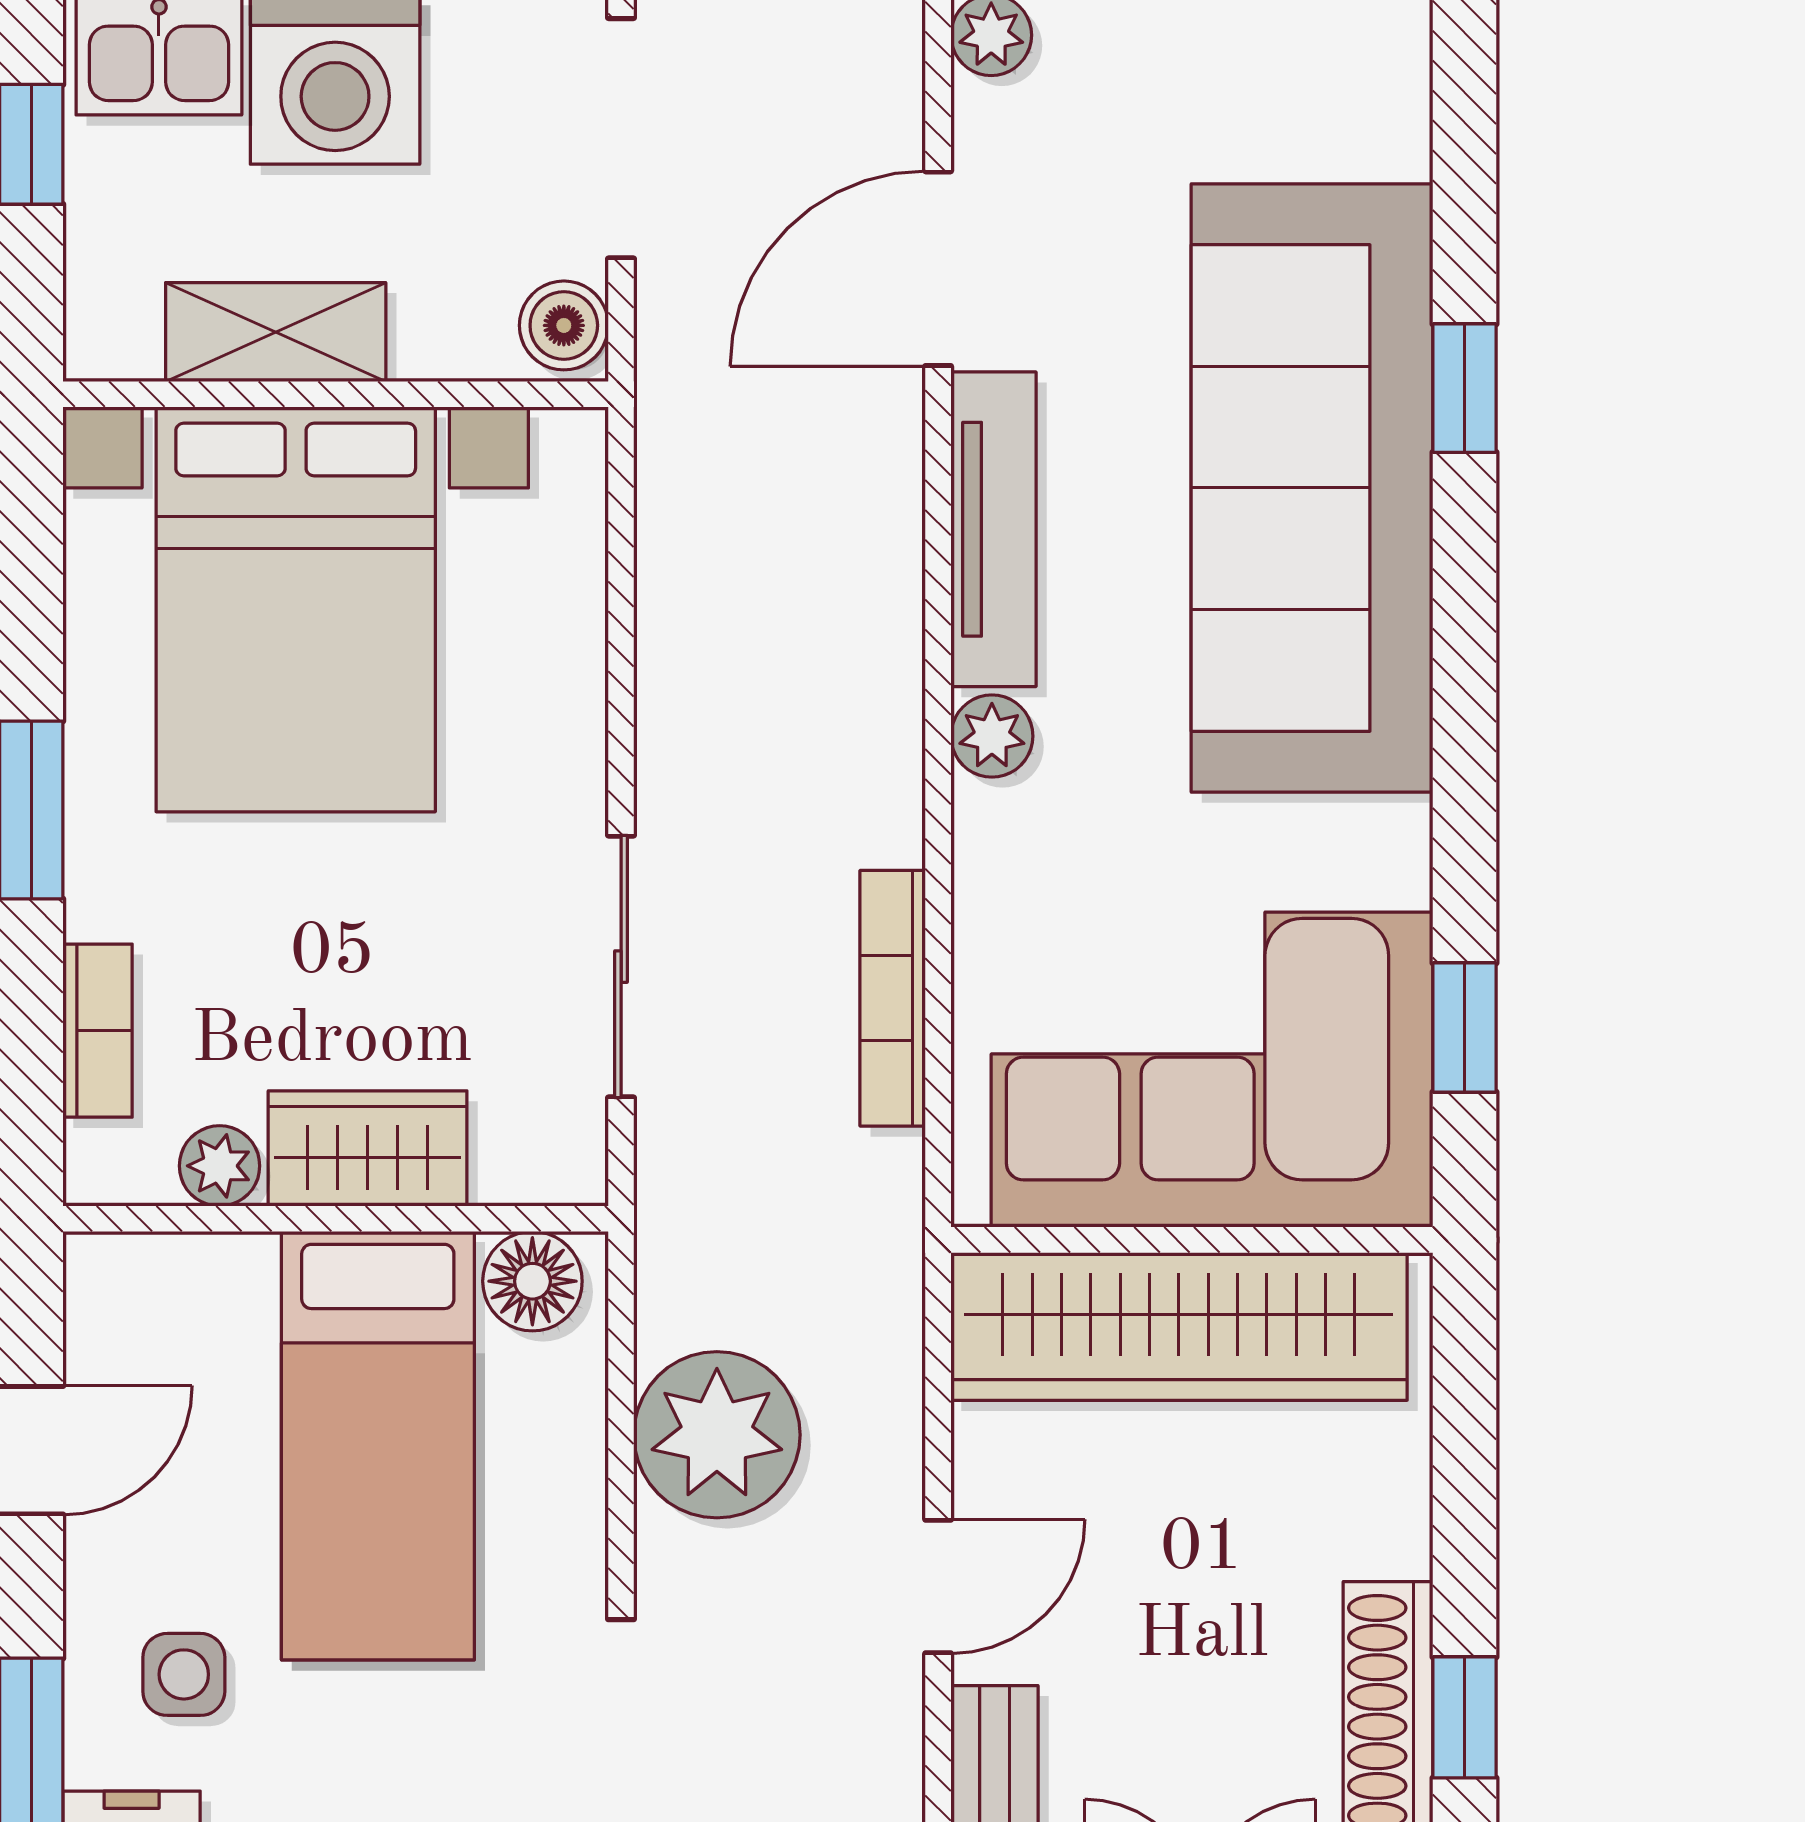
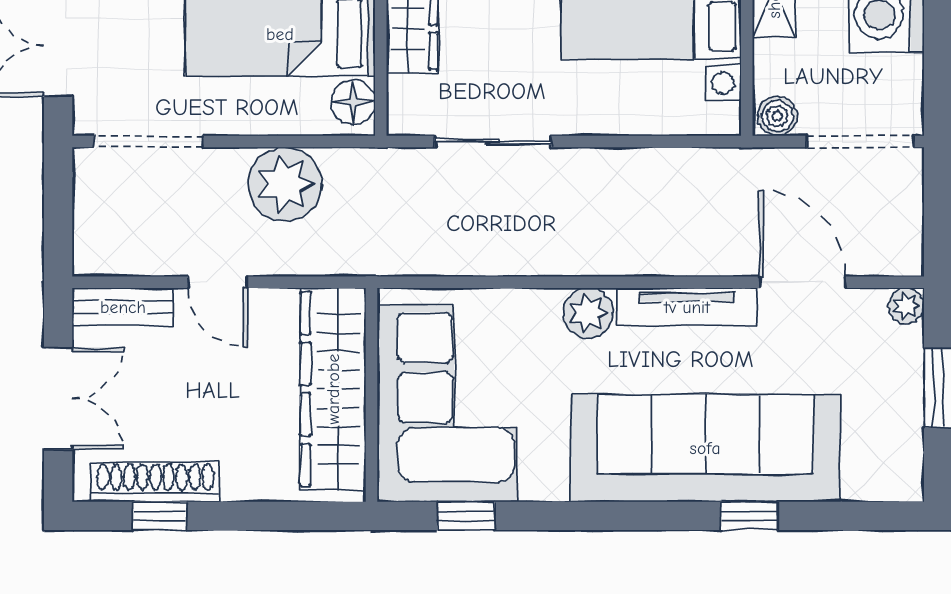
plant: (992, 736) -> (588, 313), width x1.38, depth x1.38
bookcase: (893, 998) -> (479, 262), removed

